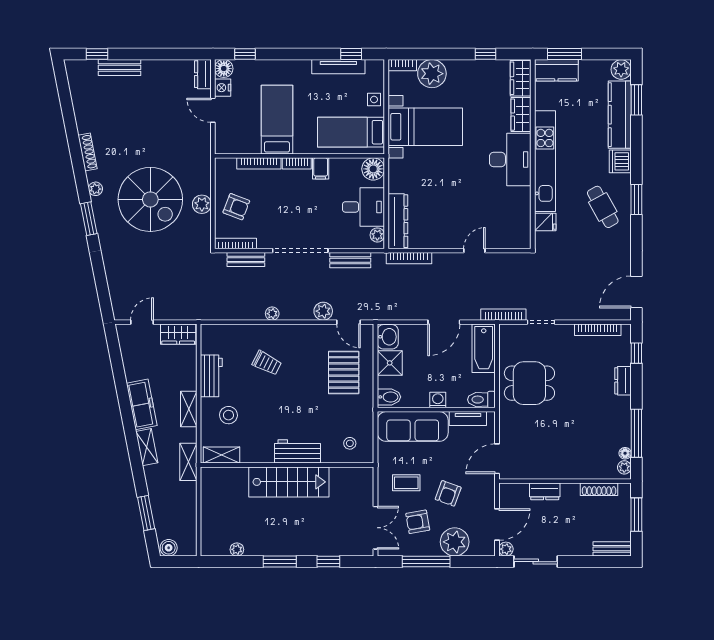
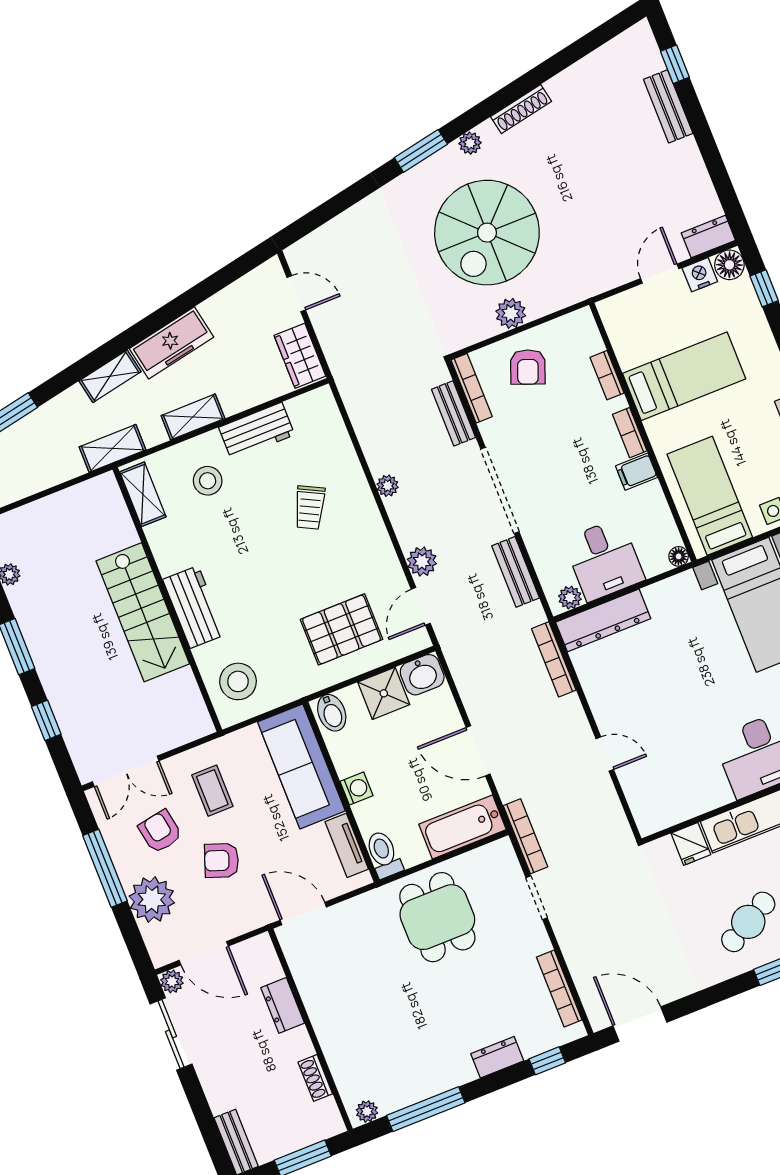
bookcase: (259, 163) -> (607, 375), width x0.64
floor lamp: (373, 169) -> (679, 556), width x0.53, depth x0.53
stool: (350, 443) -> (238, 681), width x1.89, depth x1.89
floor lamp: (625, 453) -> (389, 1104), removed
shoe rack: (599, 489) -> (315, 1078), width x0.70

